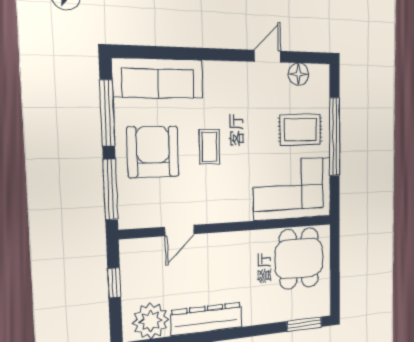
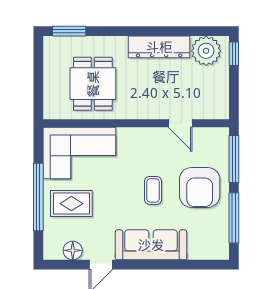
sofa: (158, 78) -> (151, 245), moved
door: (179, 230) -> (180, 123), swing flipped
dining table: (299, 258) -> (93, 84), moved
window: (114, 283) -> (234, 54), moved

